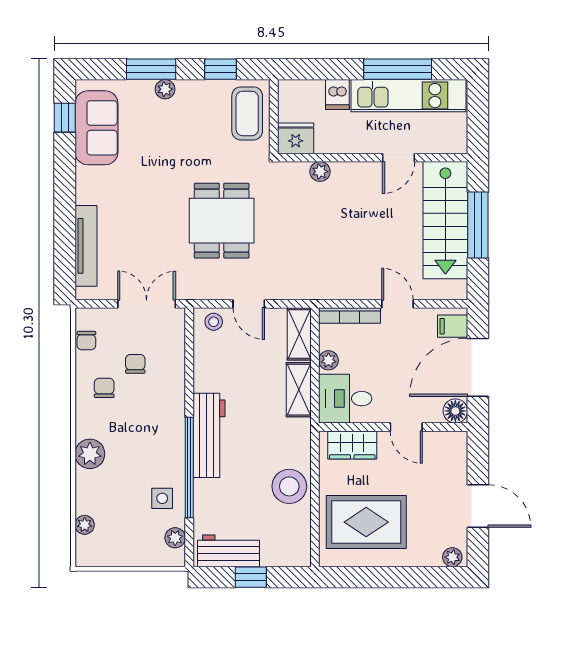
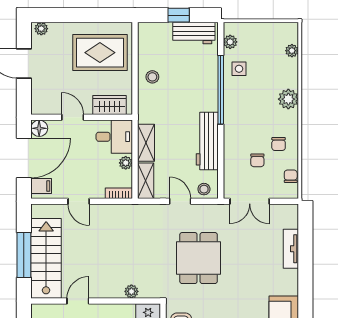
tv unit: (86, 246) -> (291, 249), width x0.71
bookcase: (350, 316) -> (119, 193), width x0.64
workbench: (209, 435) -> (207, 141), moved
stool: (289, 486) -> (152, 77), width x0.53, depth x0.53

